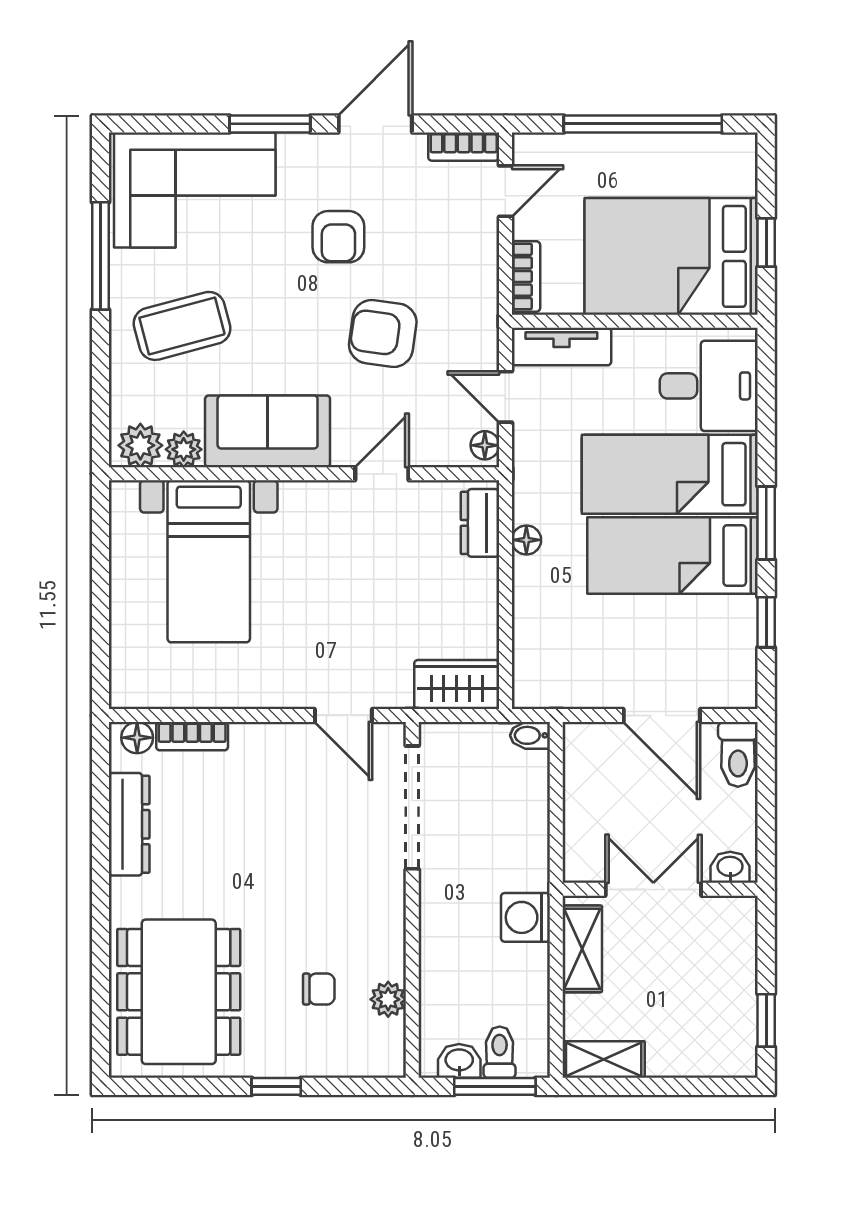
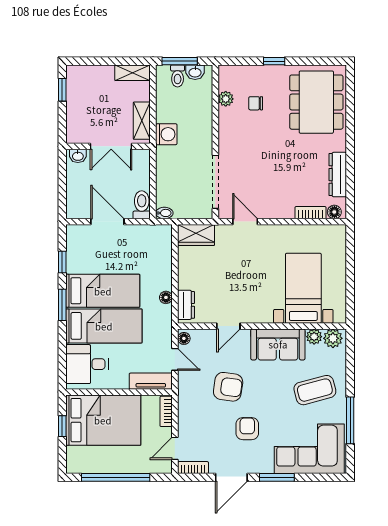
toilet: (738, 754) -> (142, 205), moved

